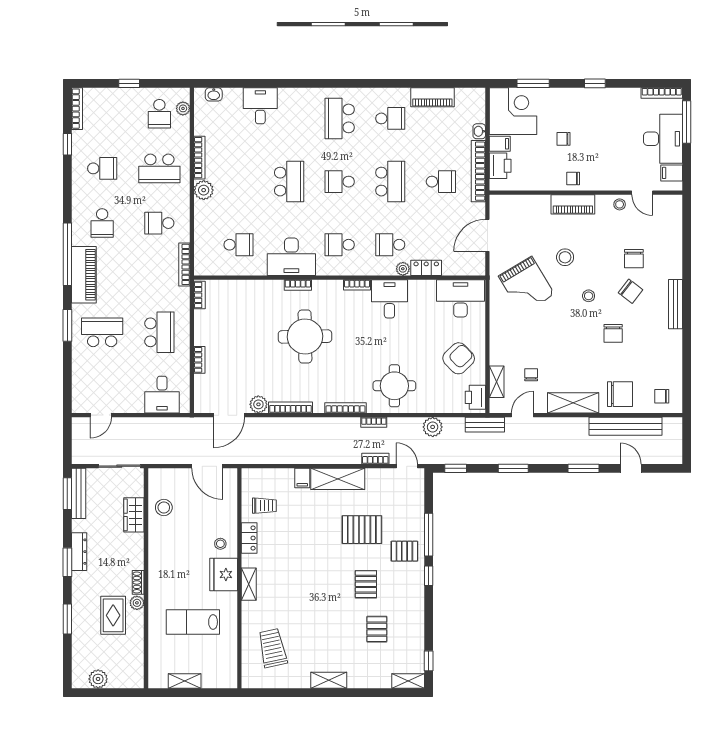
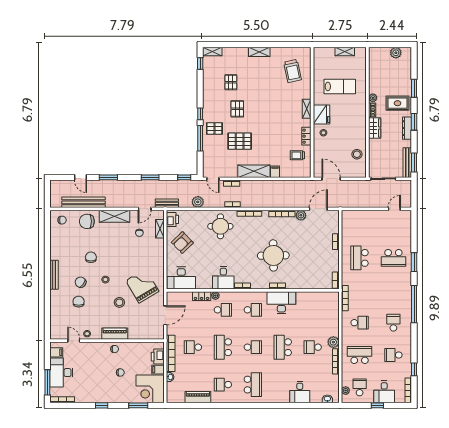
school desk: (238, 245) -> (313, 347), moved
piano: (84, 275) -> (404, 292), removed
desk: (162, 395) -> (384, 392), moved, turned 180
wardrobe: (134, 515) -> (375, 128), moved
rug: (113, 615) -> (398, 103), moved, turned 90

